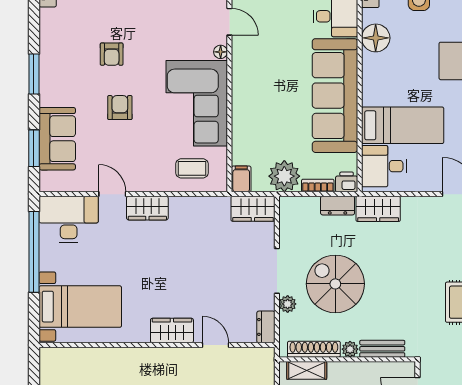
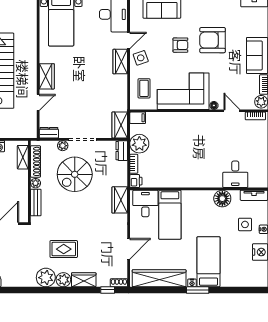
door: (229, 22) -> (232, 111), swing flipped
armchair: (112, 54) -> (213, 40), width x1.88, depth x1.88
sofa: (335, 96) -> (188, 174), removed
side table: (141, 174) -> (141, 58), added
dresser: (338, 206) -> (122, 151), moved
spiral stairs: (335, 284) -> (75, 174), turned 180

